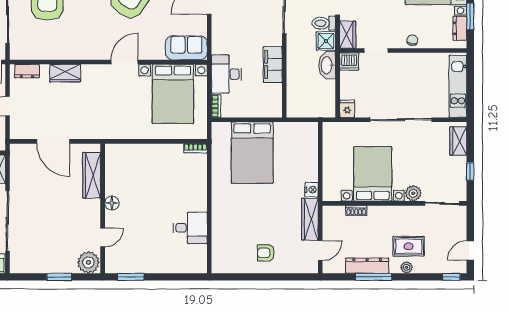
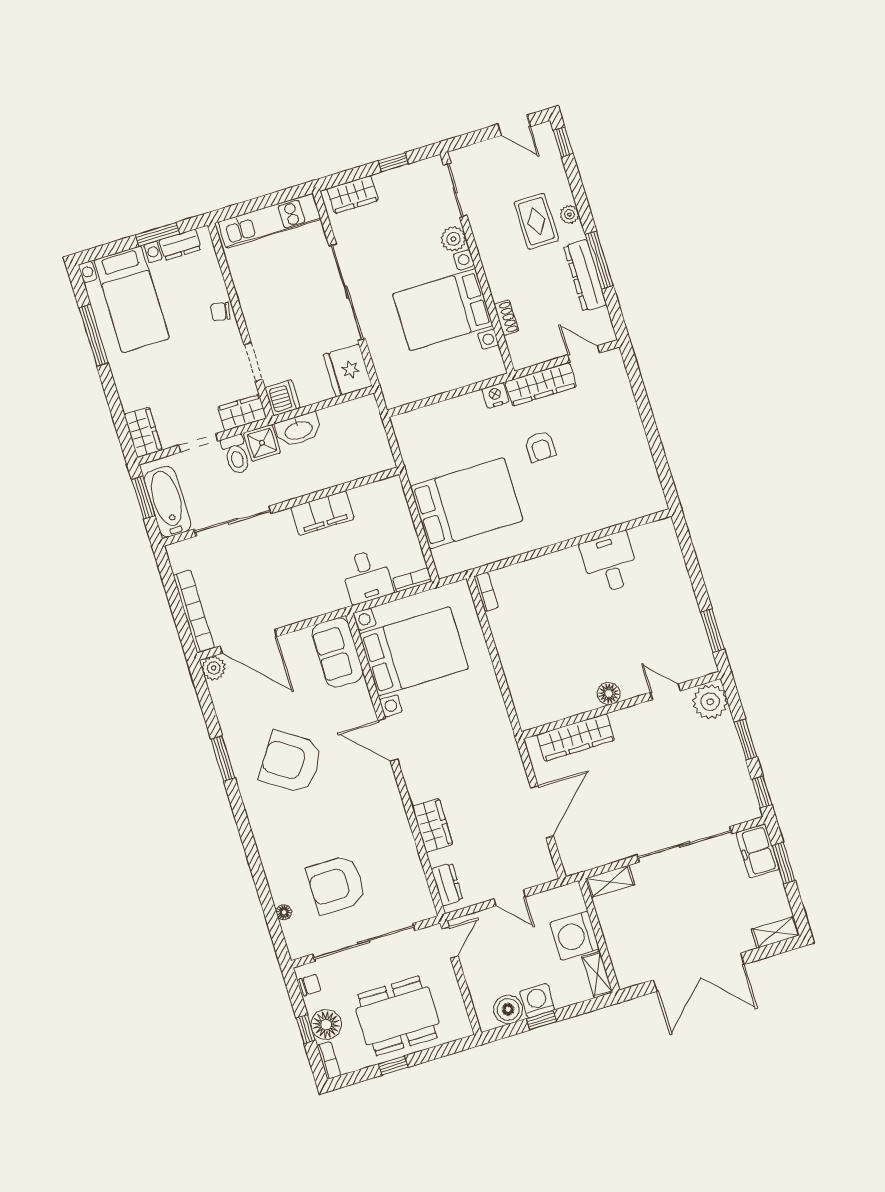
desk: (226, 74) -> (367, 577), width x0.73
fridge: (347, 109) -> (348, 370), width x1.88, depth x1.34
armchair: (266, 253) -> (540, 447), moved
window: (25, 277) -> (762, 792), added

